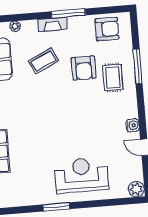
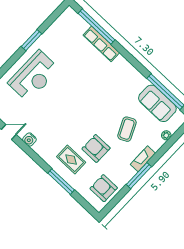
armchair: (107, 29) -> (104, 188), turned 90

